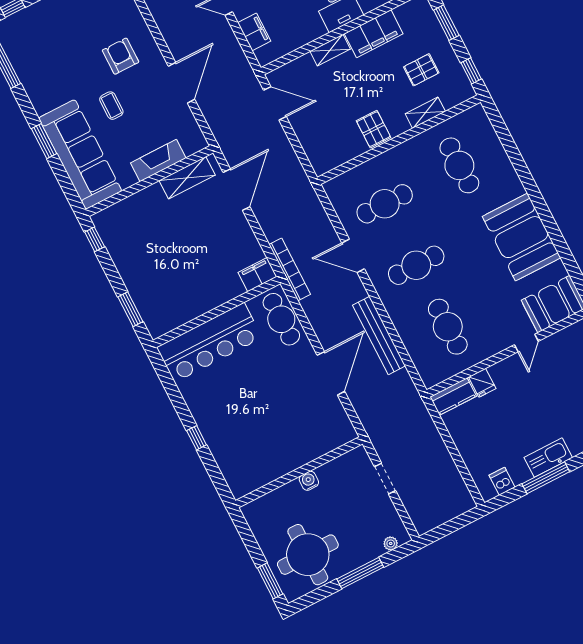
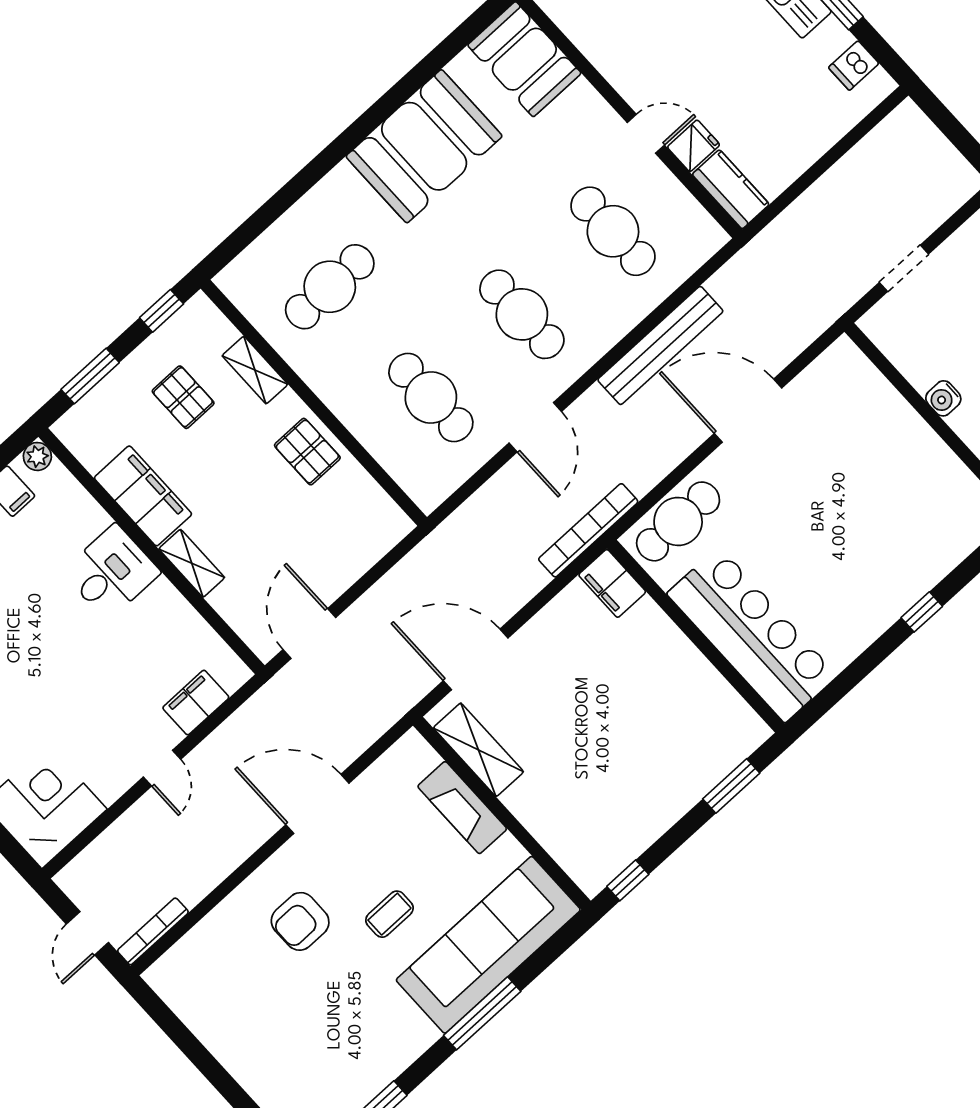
pallet: (374, 129) -> (307, 452), turned 90
window: (44, 141) -> (482, 1013), width x1.44
cafe table: (448, 327) -> (613, 231), turned 90
door: (526, 343) -> (646, 134), moved

